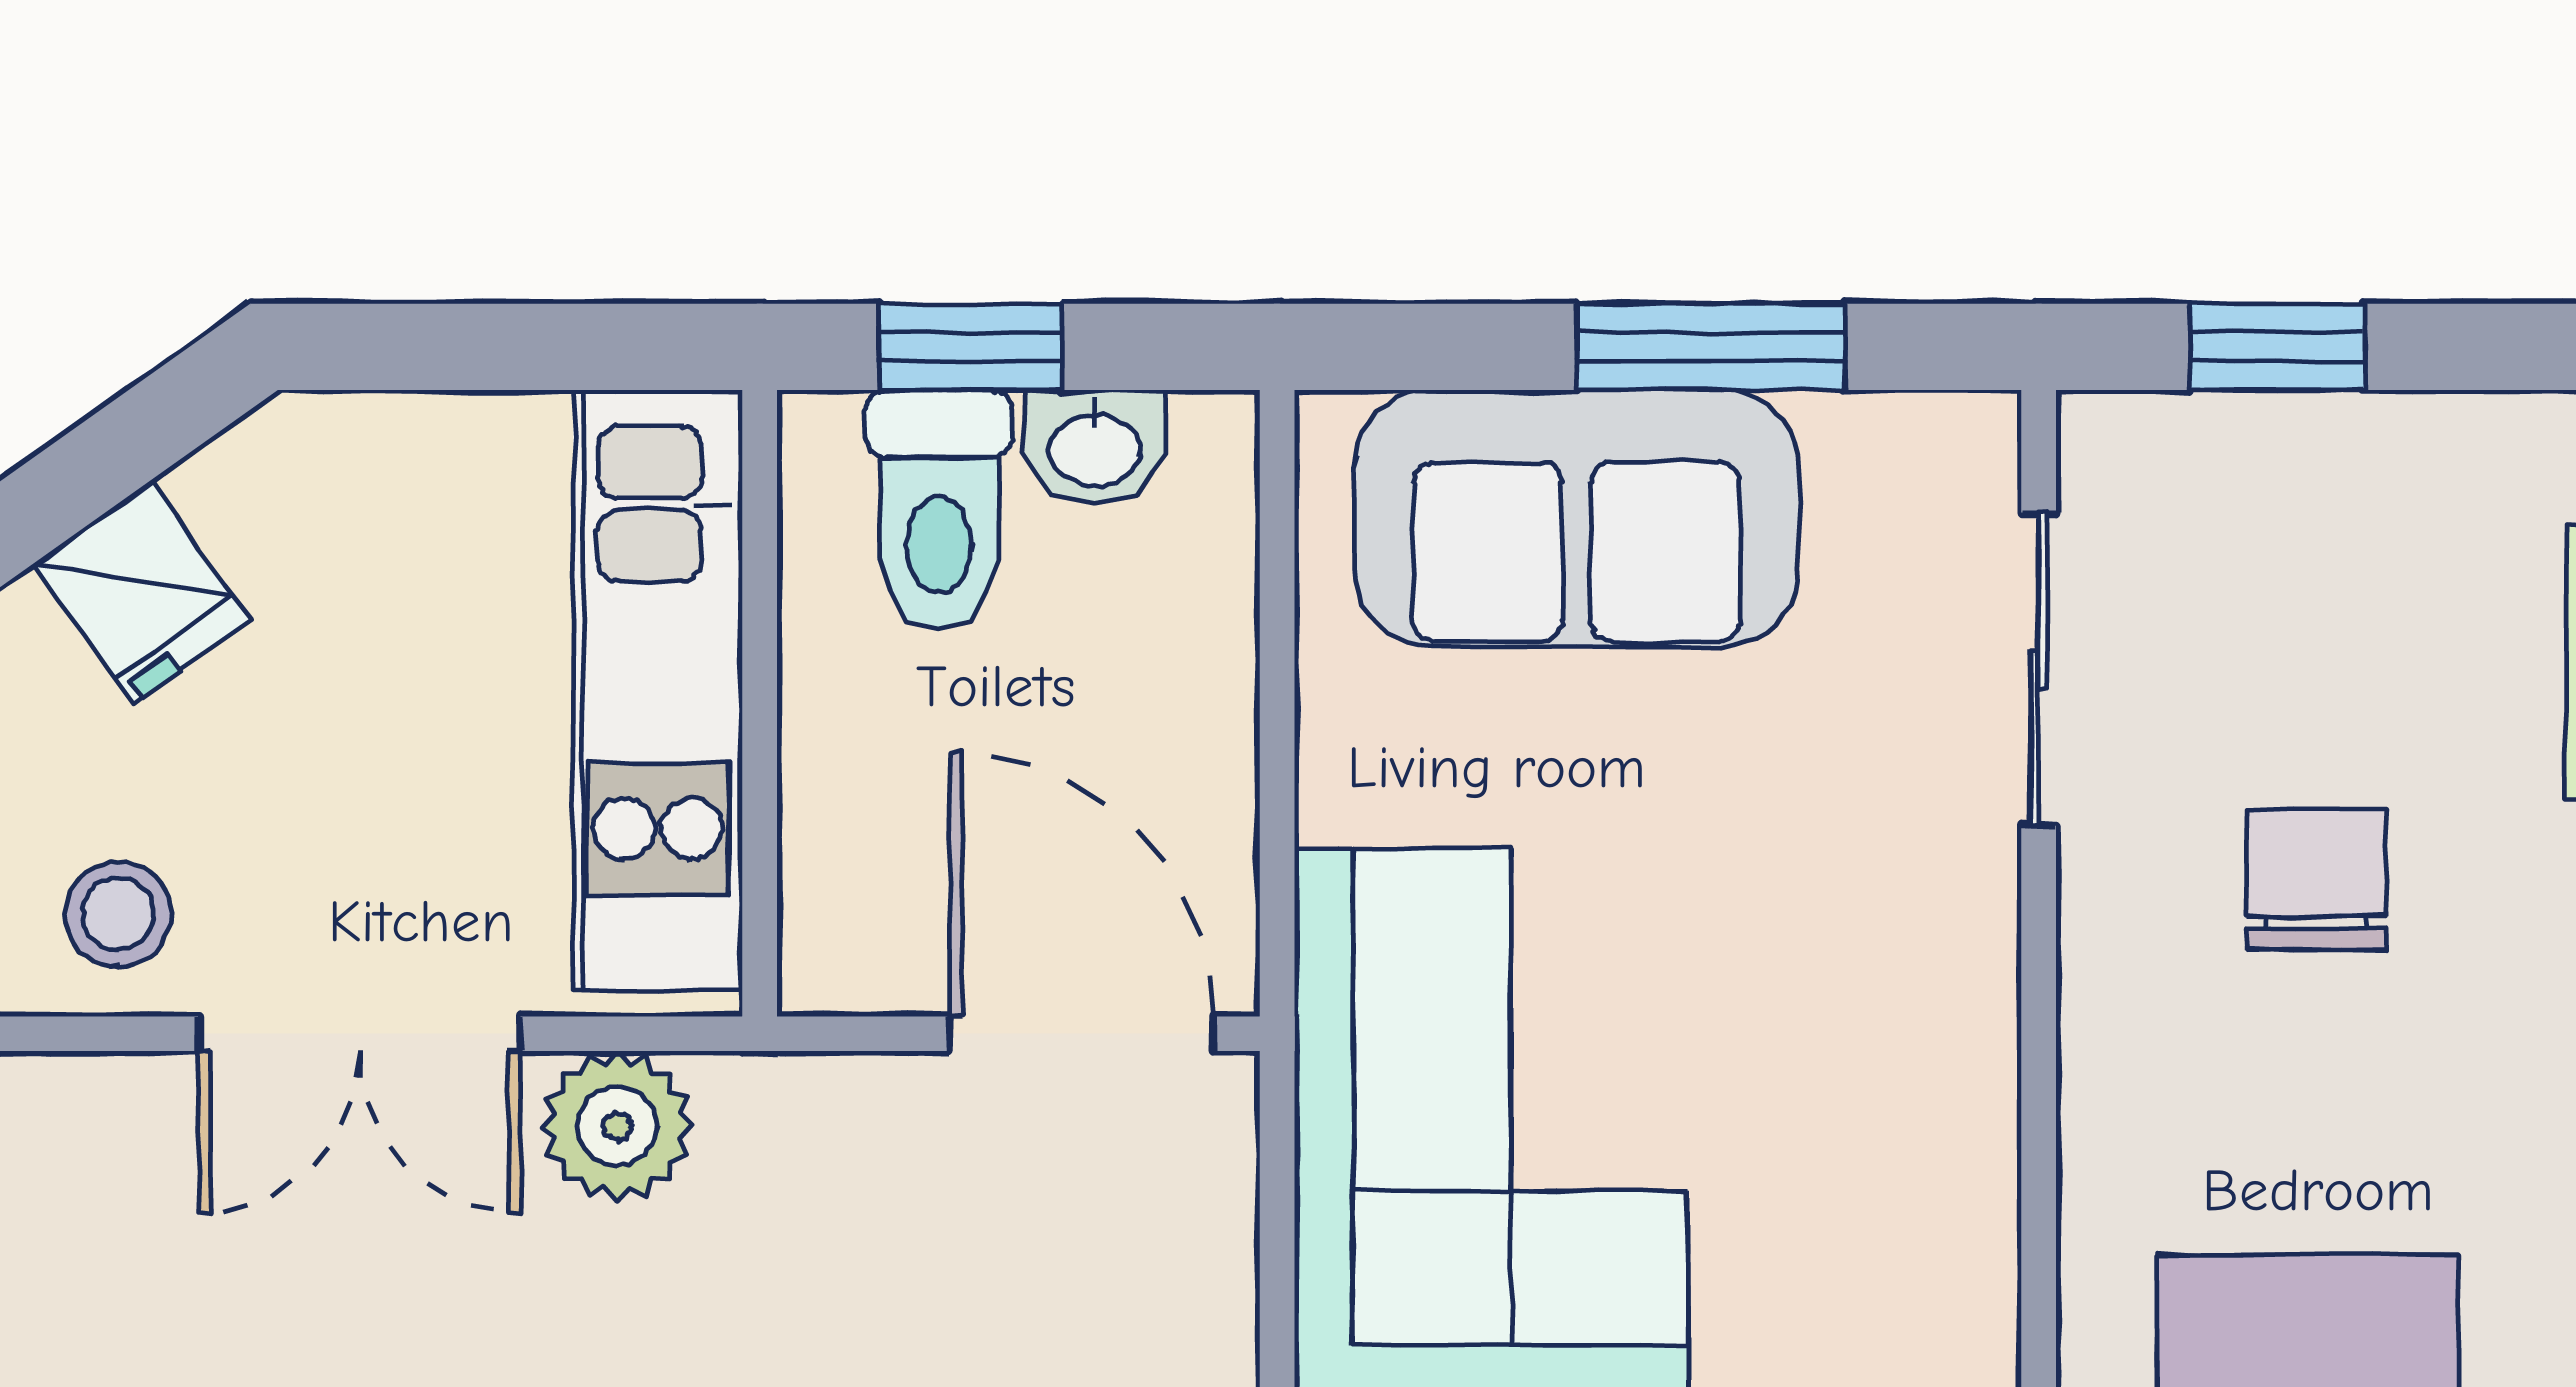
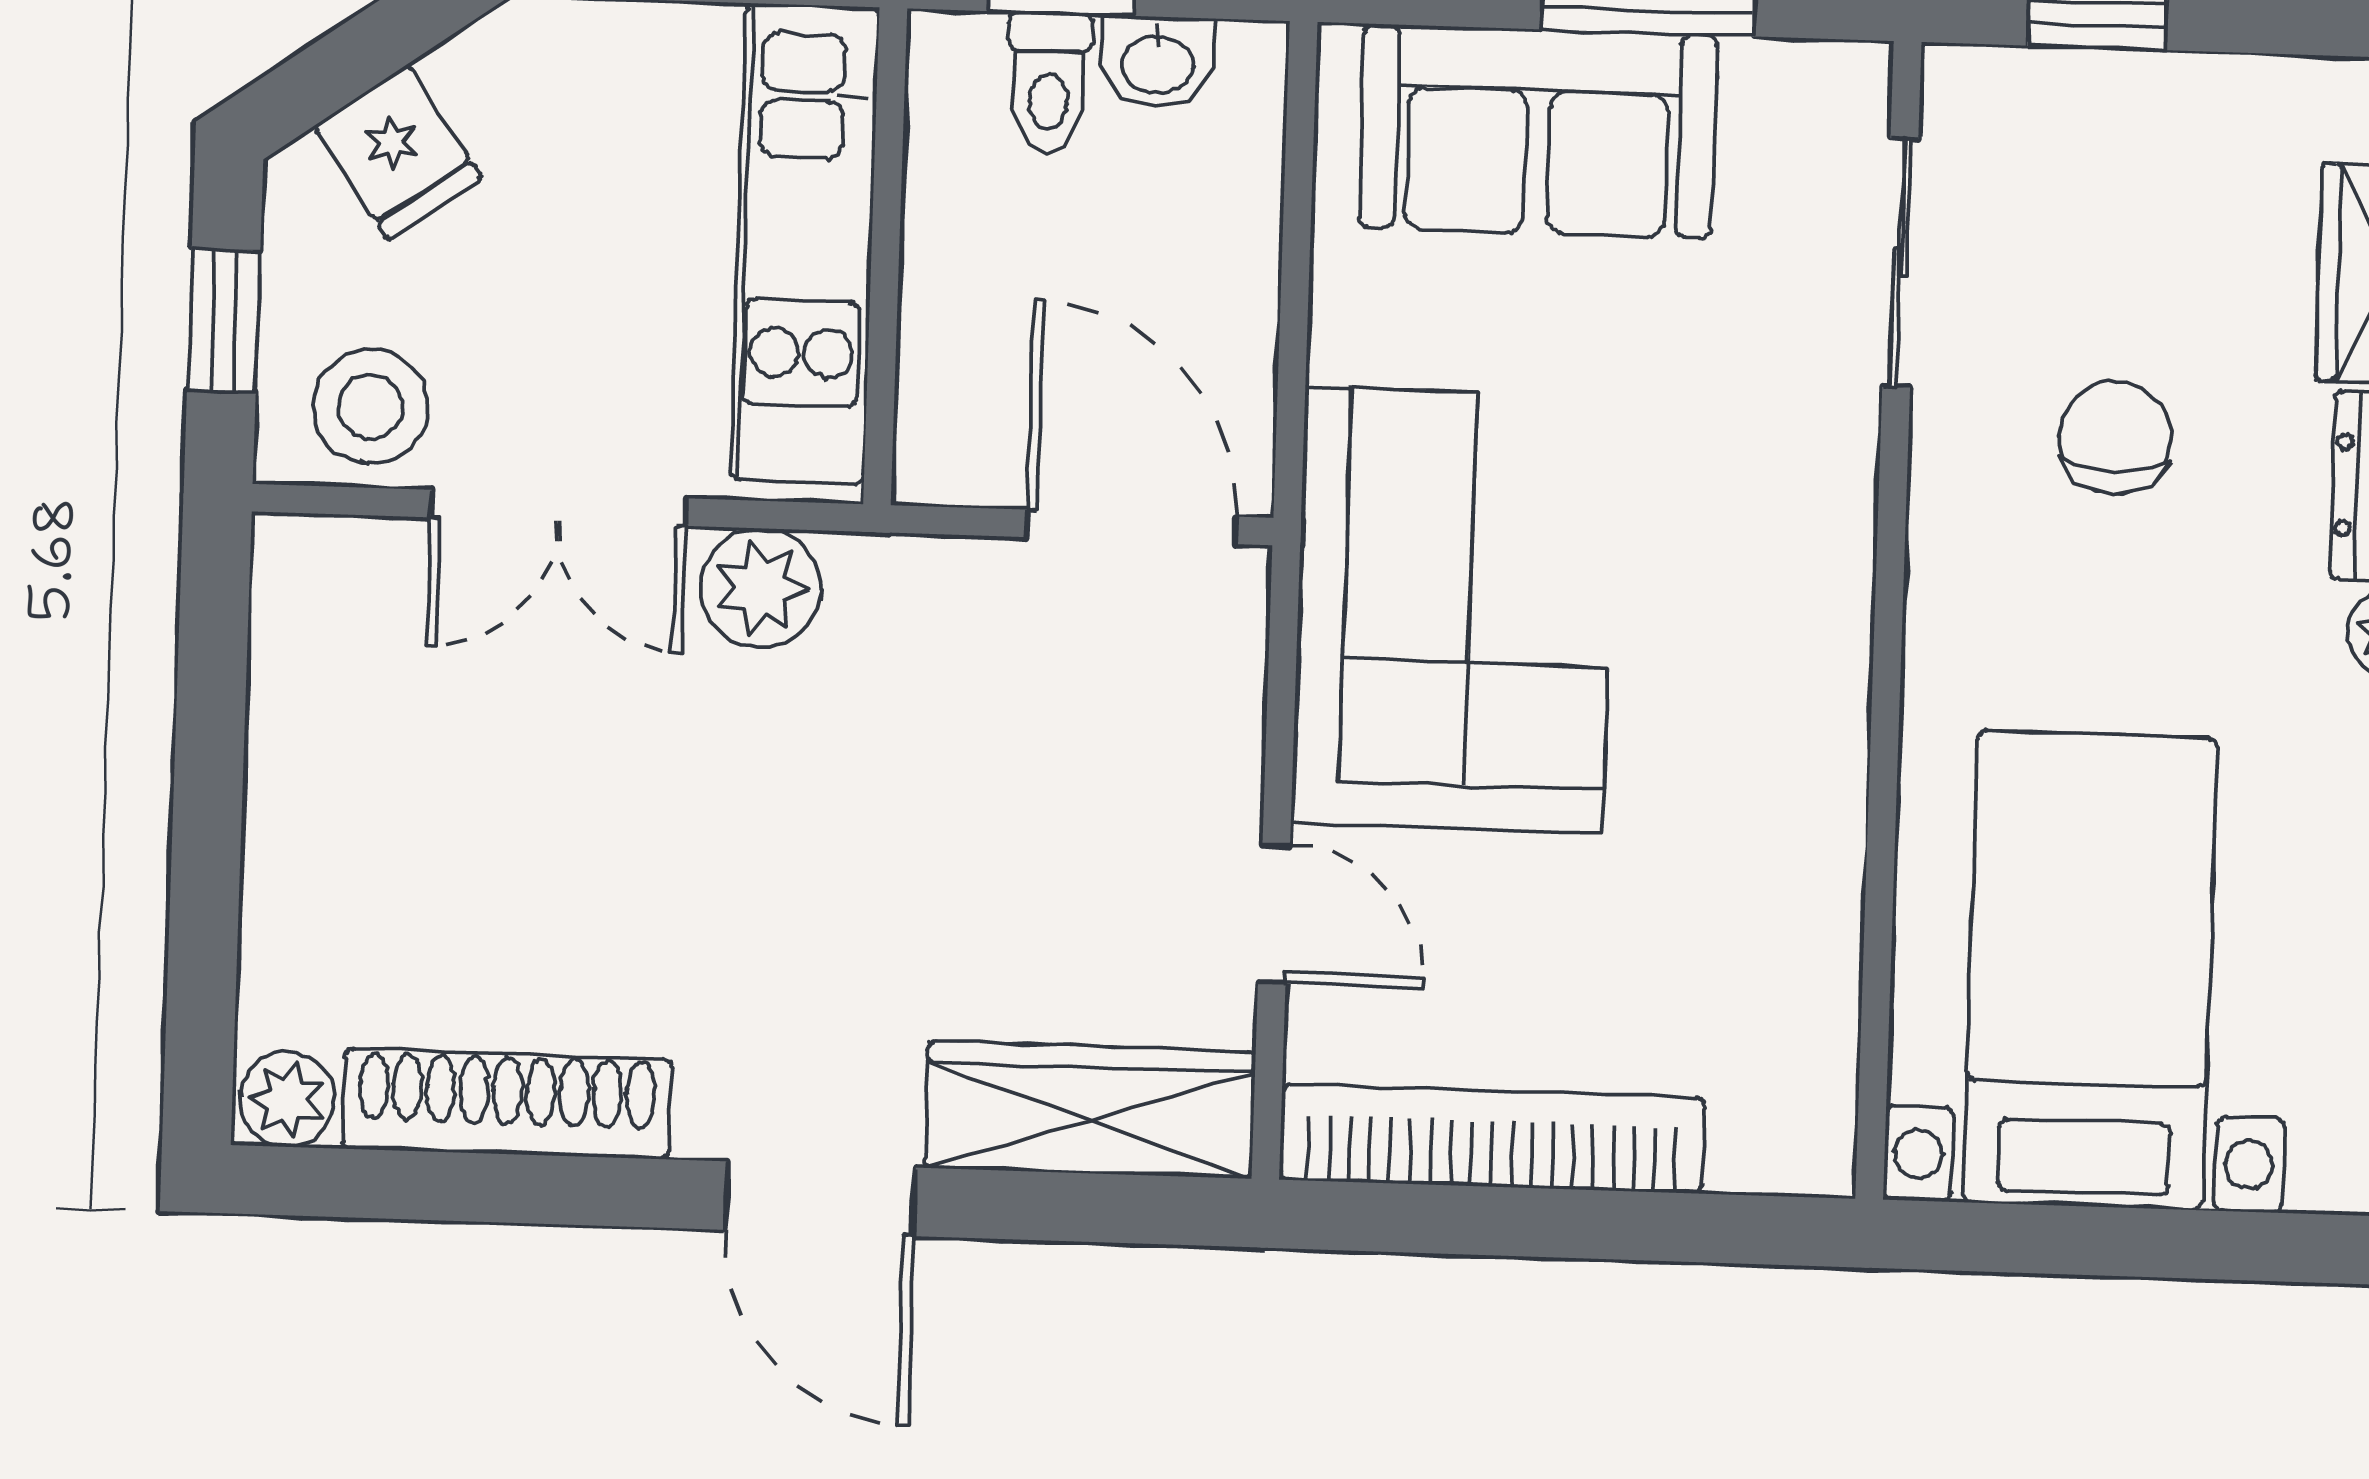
toilet: (939, 511) -> (1049, 82), width x0.73, depth x0.72
stool: (118, 914) -> (371, 406), width x1.37, depth x1.37

